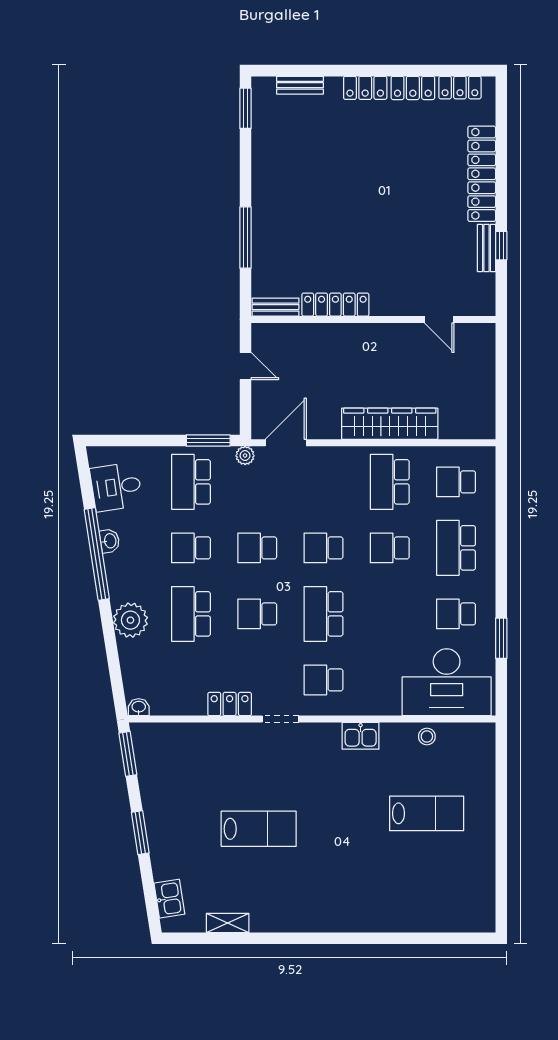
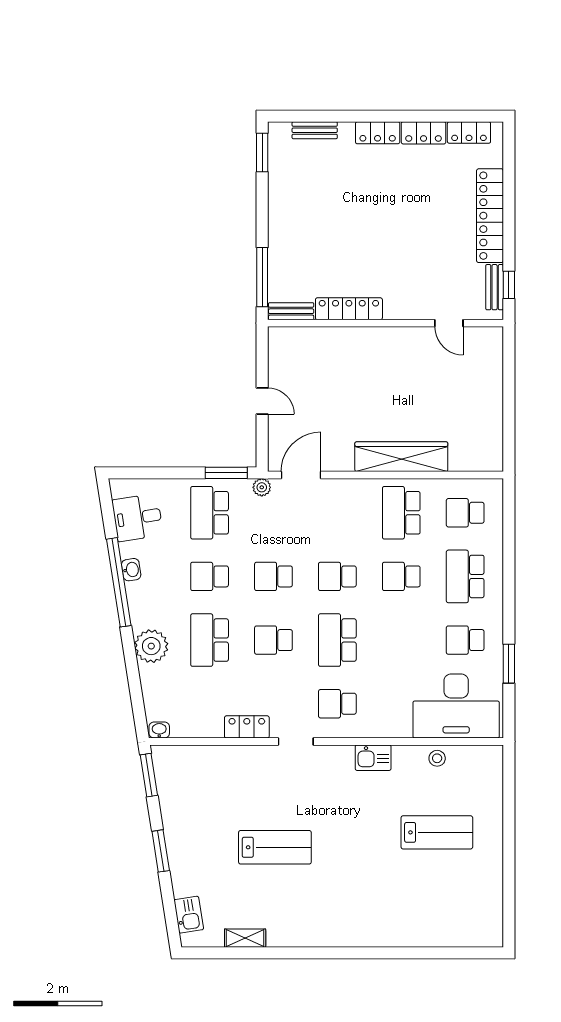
locker: (335, 305) -> (349, 309), moved
bench: (276, 307) -> (291, 311), moved
wall: (373, 319) -> (385, 323), moved
door: (439, 319) -> (449, 323), moved

